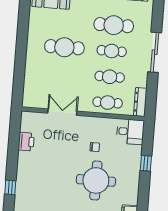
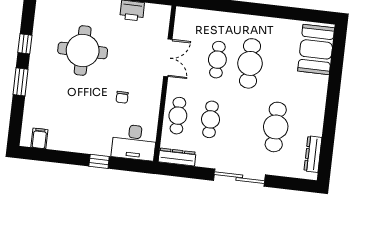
cafe table: (112, 51) -> (217, 60), moved
desk: (130, 132) -> (134, 142), width x1.37
round table: (96, 180) -> (83, 51), moved

